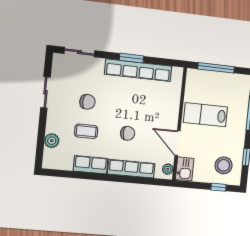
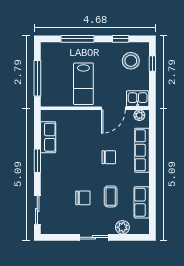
row of seats: (138, 70) -> (48, 137), width x0.50
sliding door: (45, 92) -> (94, 237), moved
chair: (87, 102) -> (83, 198), turned 87
chair: (128, 133) -> (109, 157), turned 90
row of seats: (91, 165) -> (142, 202), moved

